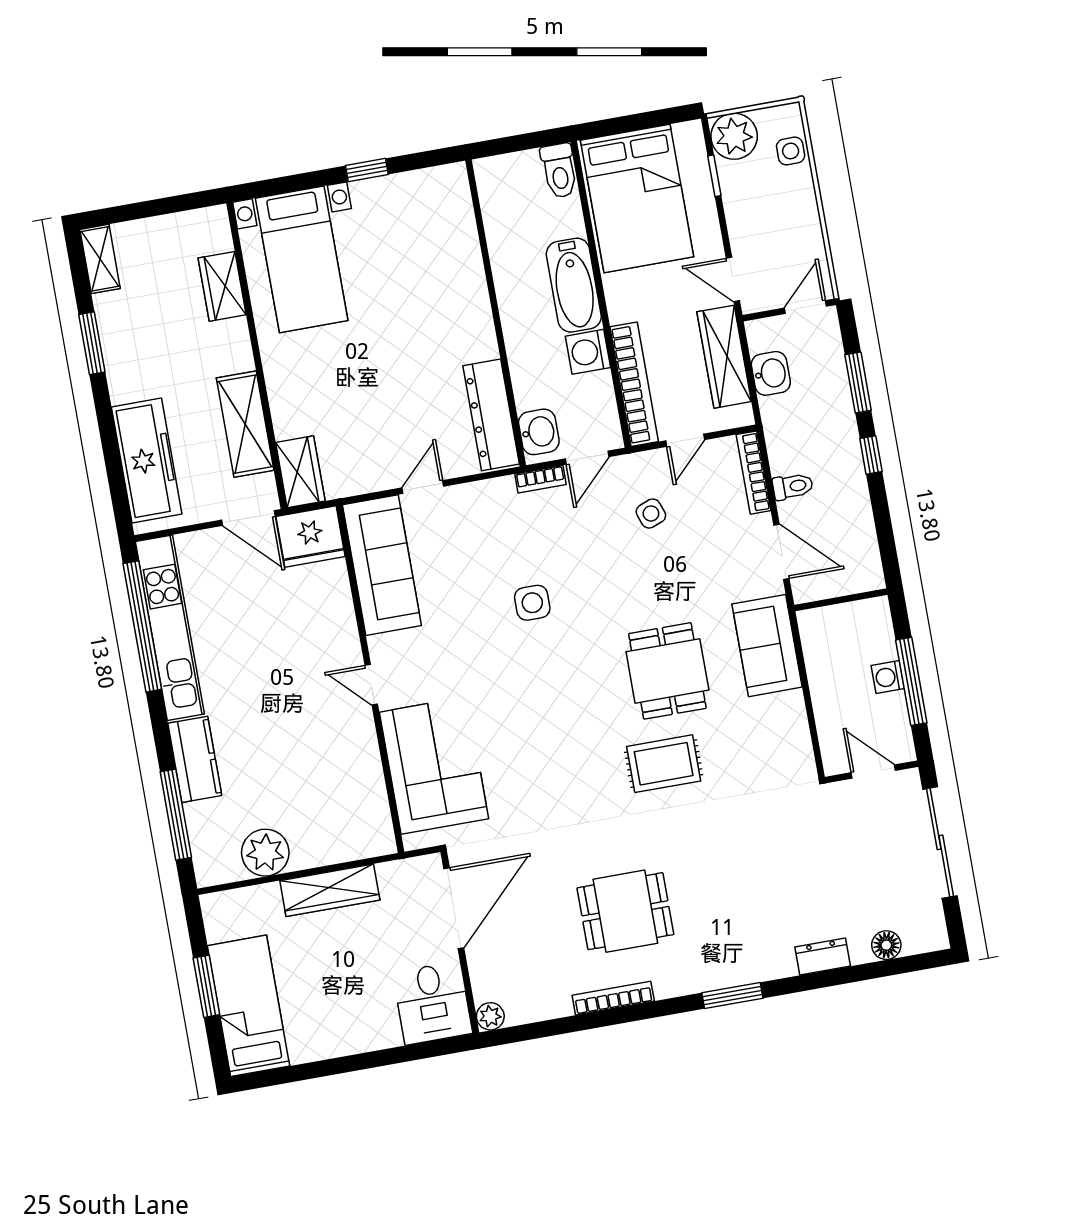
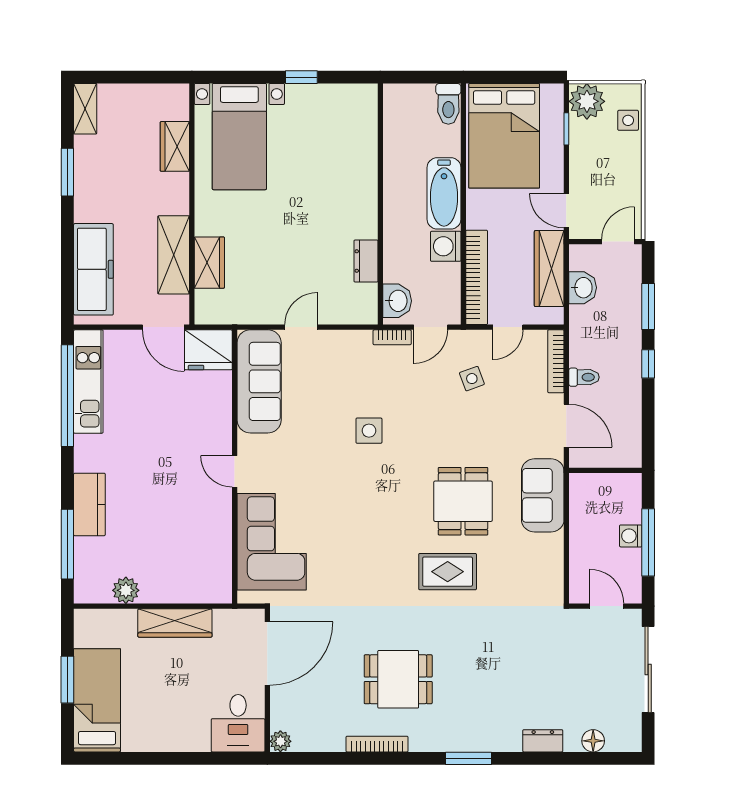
dresser: (491, 415) -> (366, 261), width x0.51, depth x0.80
wardrobe: (300, 472) -> (209, 263), moved
kitchen unit: (170, 628) -> (88, 382), width x0.73
plant: (265, 853) -> (126, 590), width x0.73, depth x0.73

